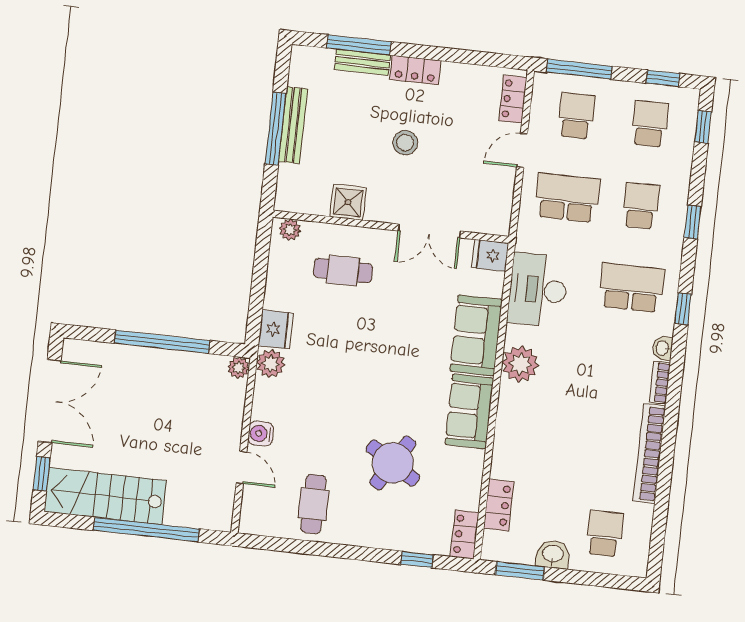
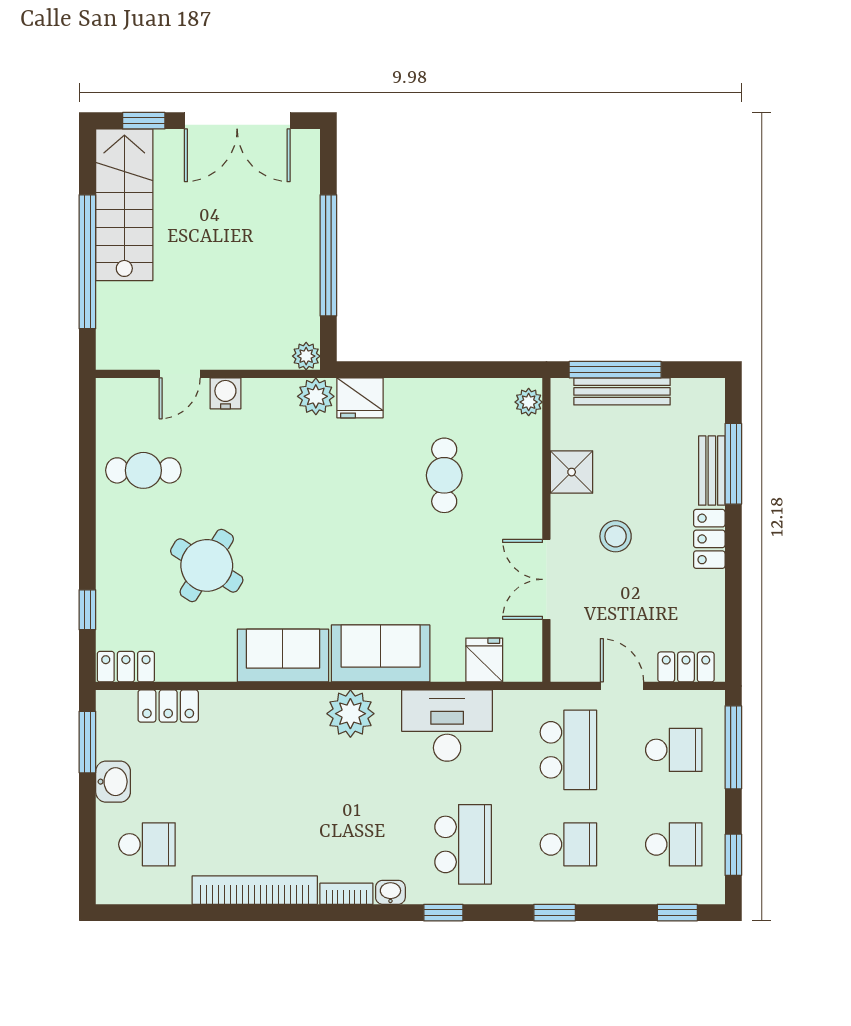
shower: (348, 202) -> (572, 472), moved
wall: (391, 227) -> (546, 530), moved
plant: (290, 230) -> (529, 402), moved
double door: (429, 231) -> (546, 579), moved

